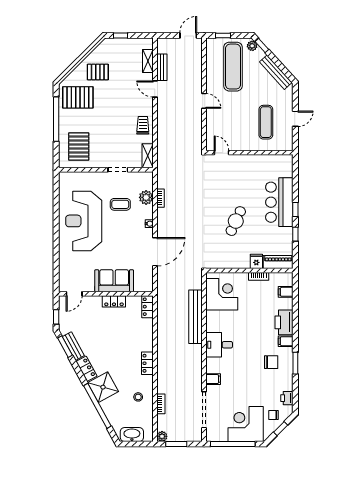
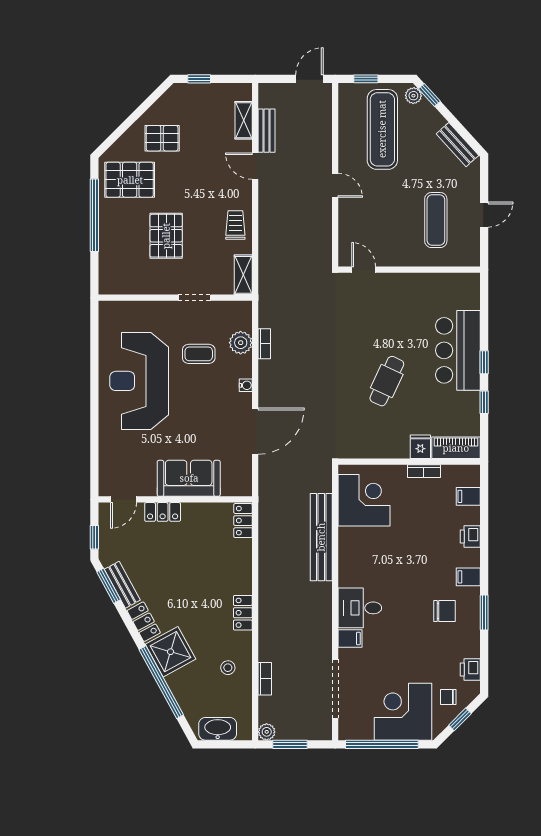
bench: (276, 72) -> (457, 145), width x0.73
pallet: (79, 146) -> (166, 236), moved
locker: (114, 301) -> (163, 512), moved
printer: (284, 322) -> (470, 537), width x0.53, depth x0.68
desk: (219, 345) -> (360, 608), moved

